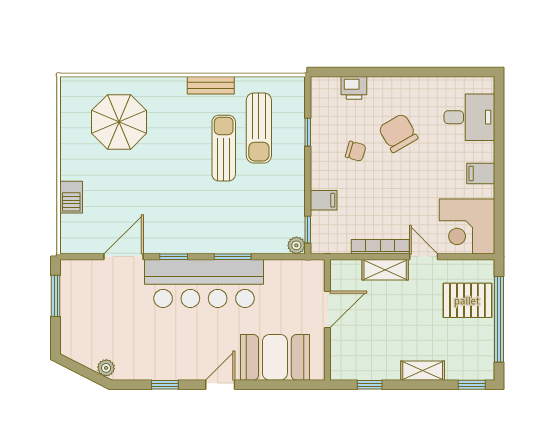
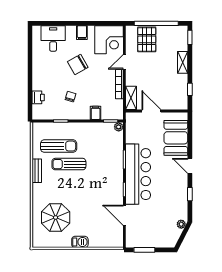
chair: (398, 133) -> (78, 65), moved
barbecue: (71, 197) -> (80, 242), moved
shelving: (385, 270) -> (131, 98), moved

